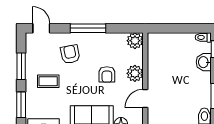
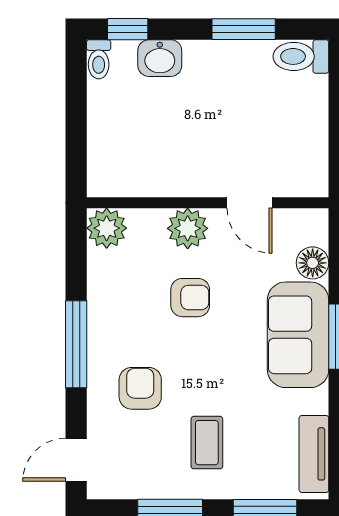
armchair: (70, 54) -> (140, 388), turned 101

